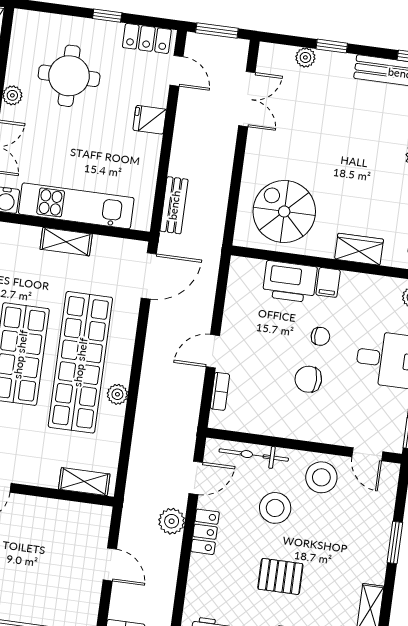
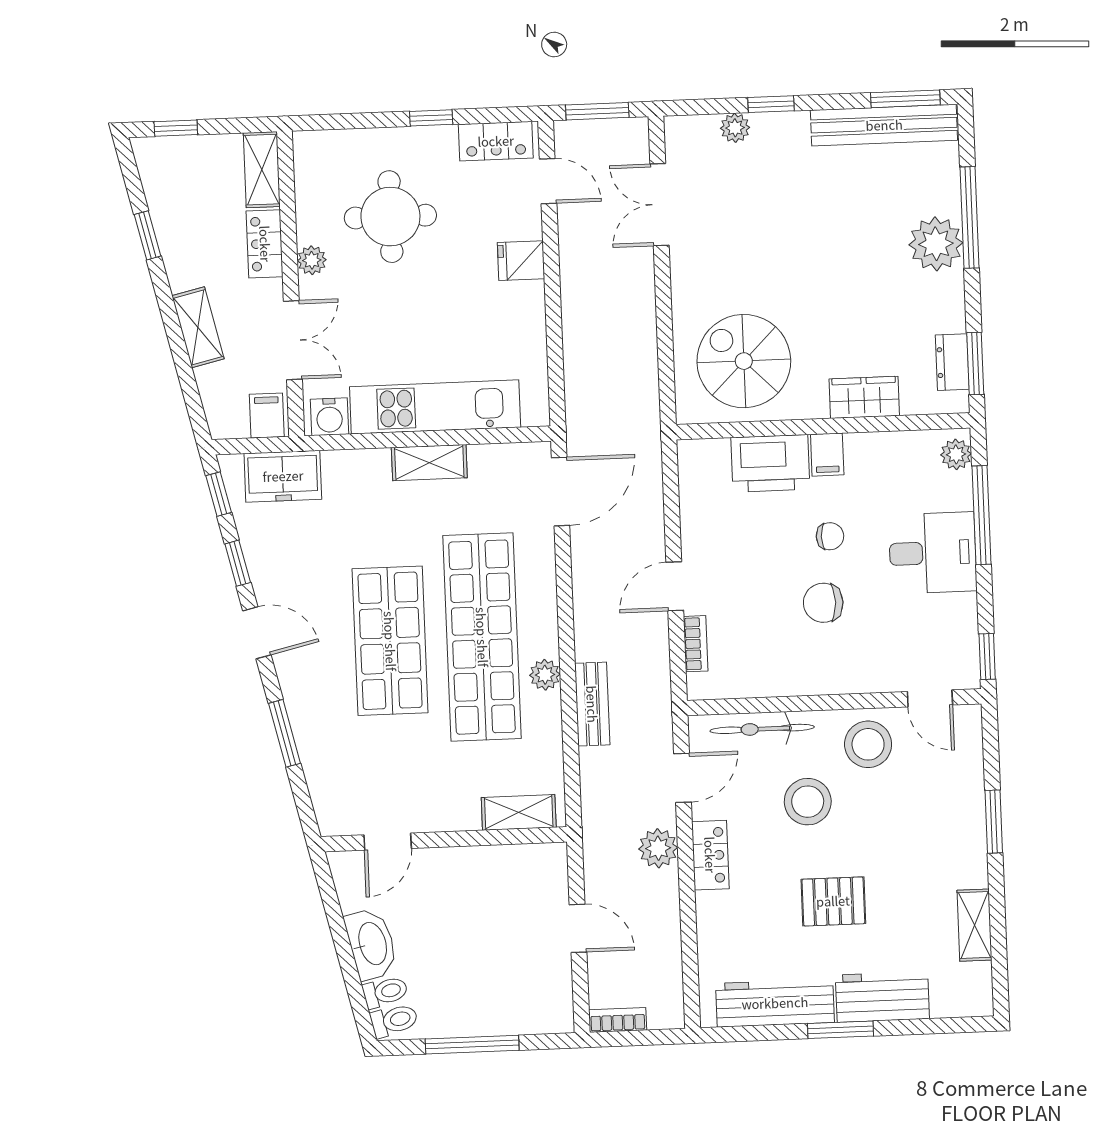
double door: (247, 99) -> (660, 205), swing flipped
bench: (174, 205) -> (592, 704), moved

